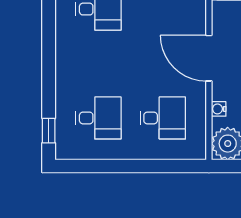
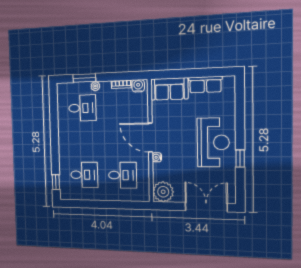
water cooler: (219, 109) -> (157, 157), moved

